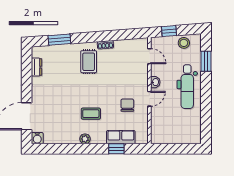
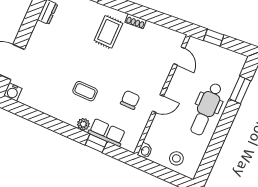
stool: (184, 43) -> (176, 158), moved
washbasin: (155, 82) -> (145, 151), moved
plant: (85, 139) -> (83, 124), moved

